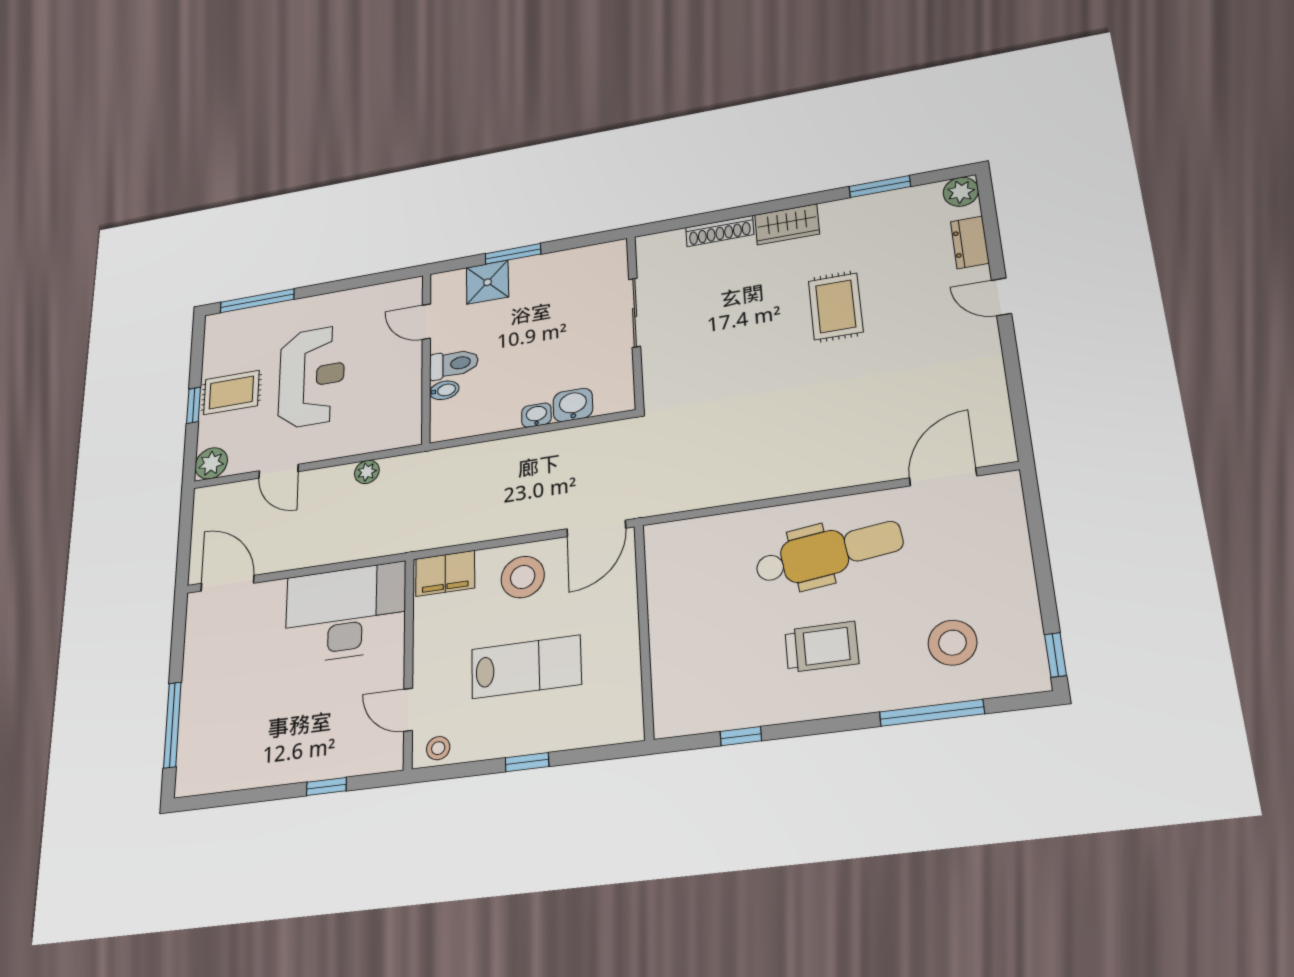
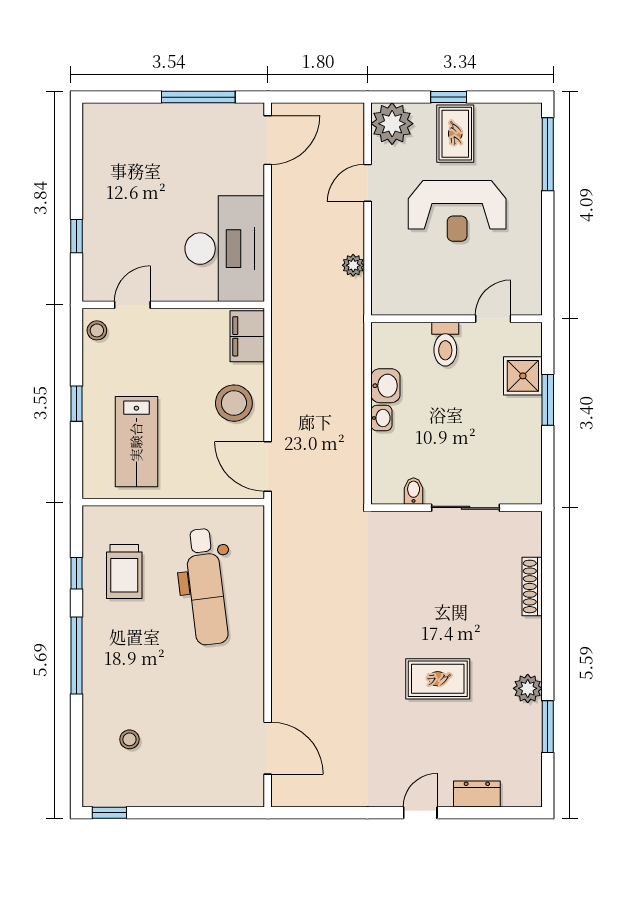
plant: (961, 192) -> (528, 688), moved
wardrobe: (787, 224) -> (527, 645), removed
bidet: (444, 390) -> (414, 491), moved, turned 180
washbasin: (573, 405) -> (385, 386), moved
plant: (211, 463) -> (392, 124), width x1.36, depth x1.36
dental chair: (829, 553) -> (206, 587), moved
stool: (952, 643) -> (129, 739), width x0.53, depth x0.53
trolley: (822, 647) -> (124, 571), moved
lab bench: (526, 667) -> (136, 442), moved
window: (932, 713) -> (76, 655), moved
window: (172, 725) -> (198, 97), moved

